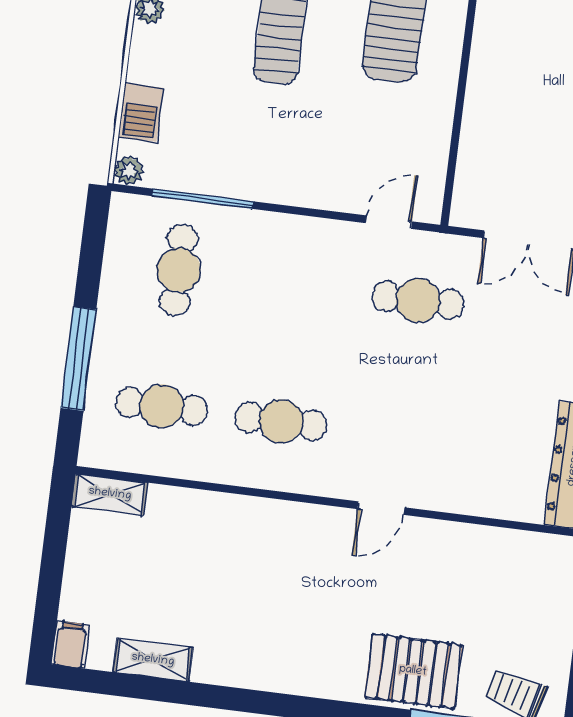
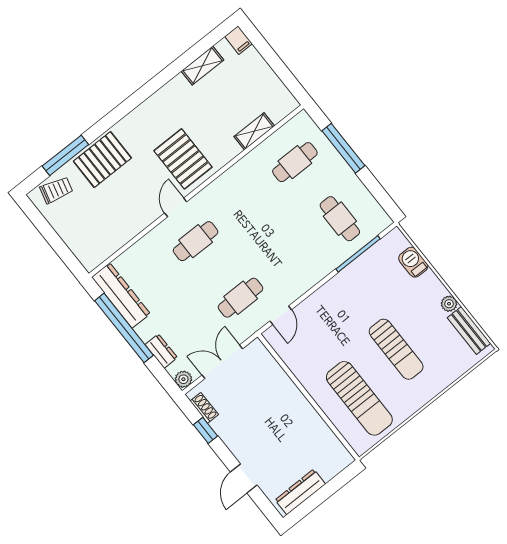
plant: (129, 171) -> (396, 236), removed
cafe table: (281, 421) -> (196, 241), moved
shelving: (110, 494) -> (254, 131), moved
pallet: (306, 562) -> (183, 159), added

